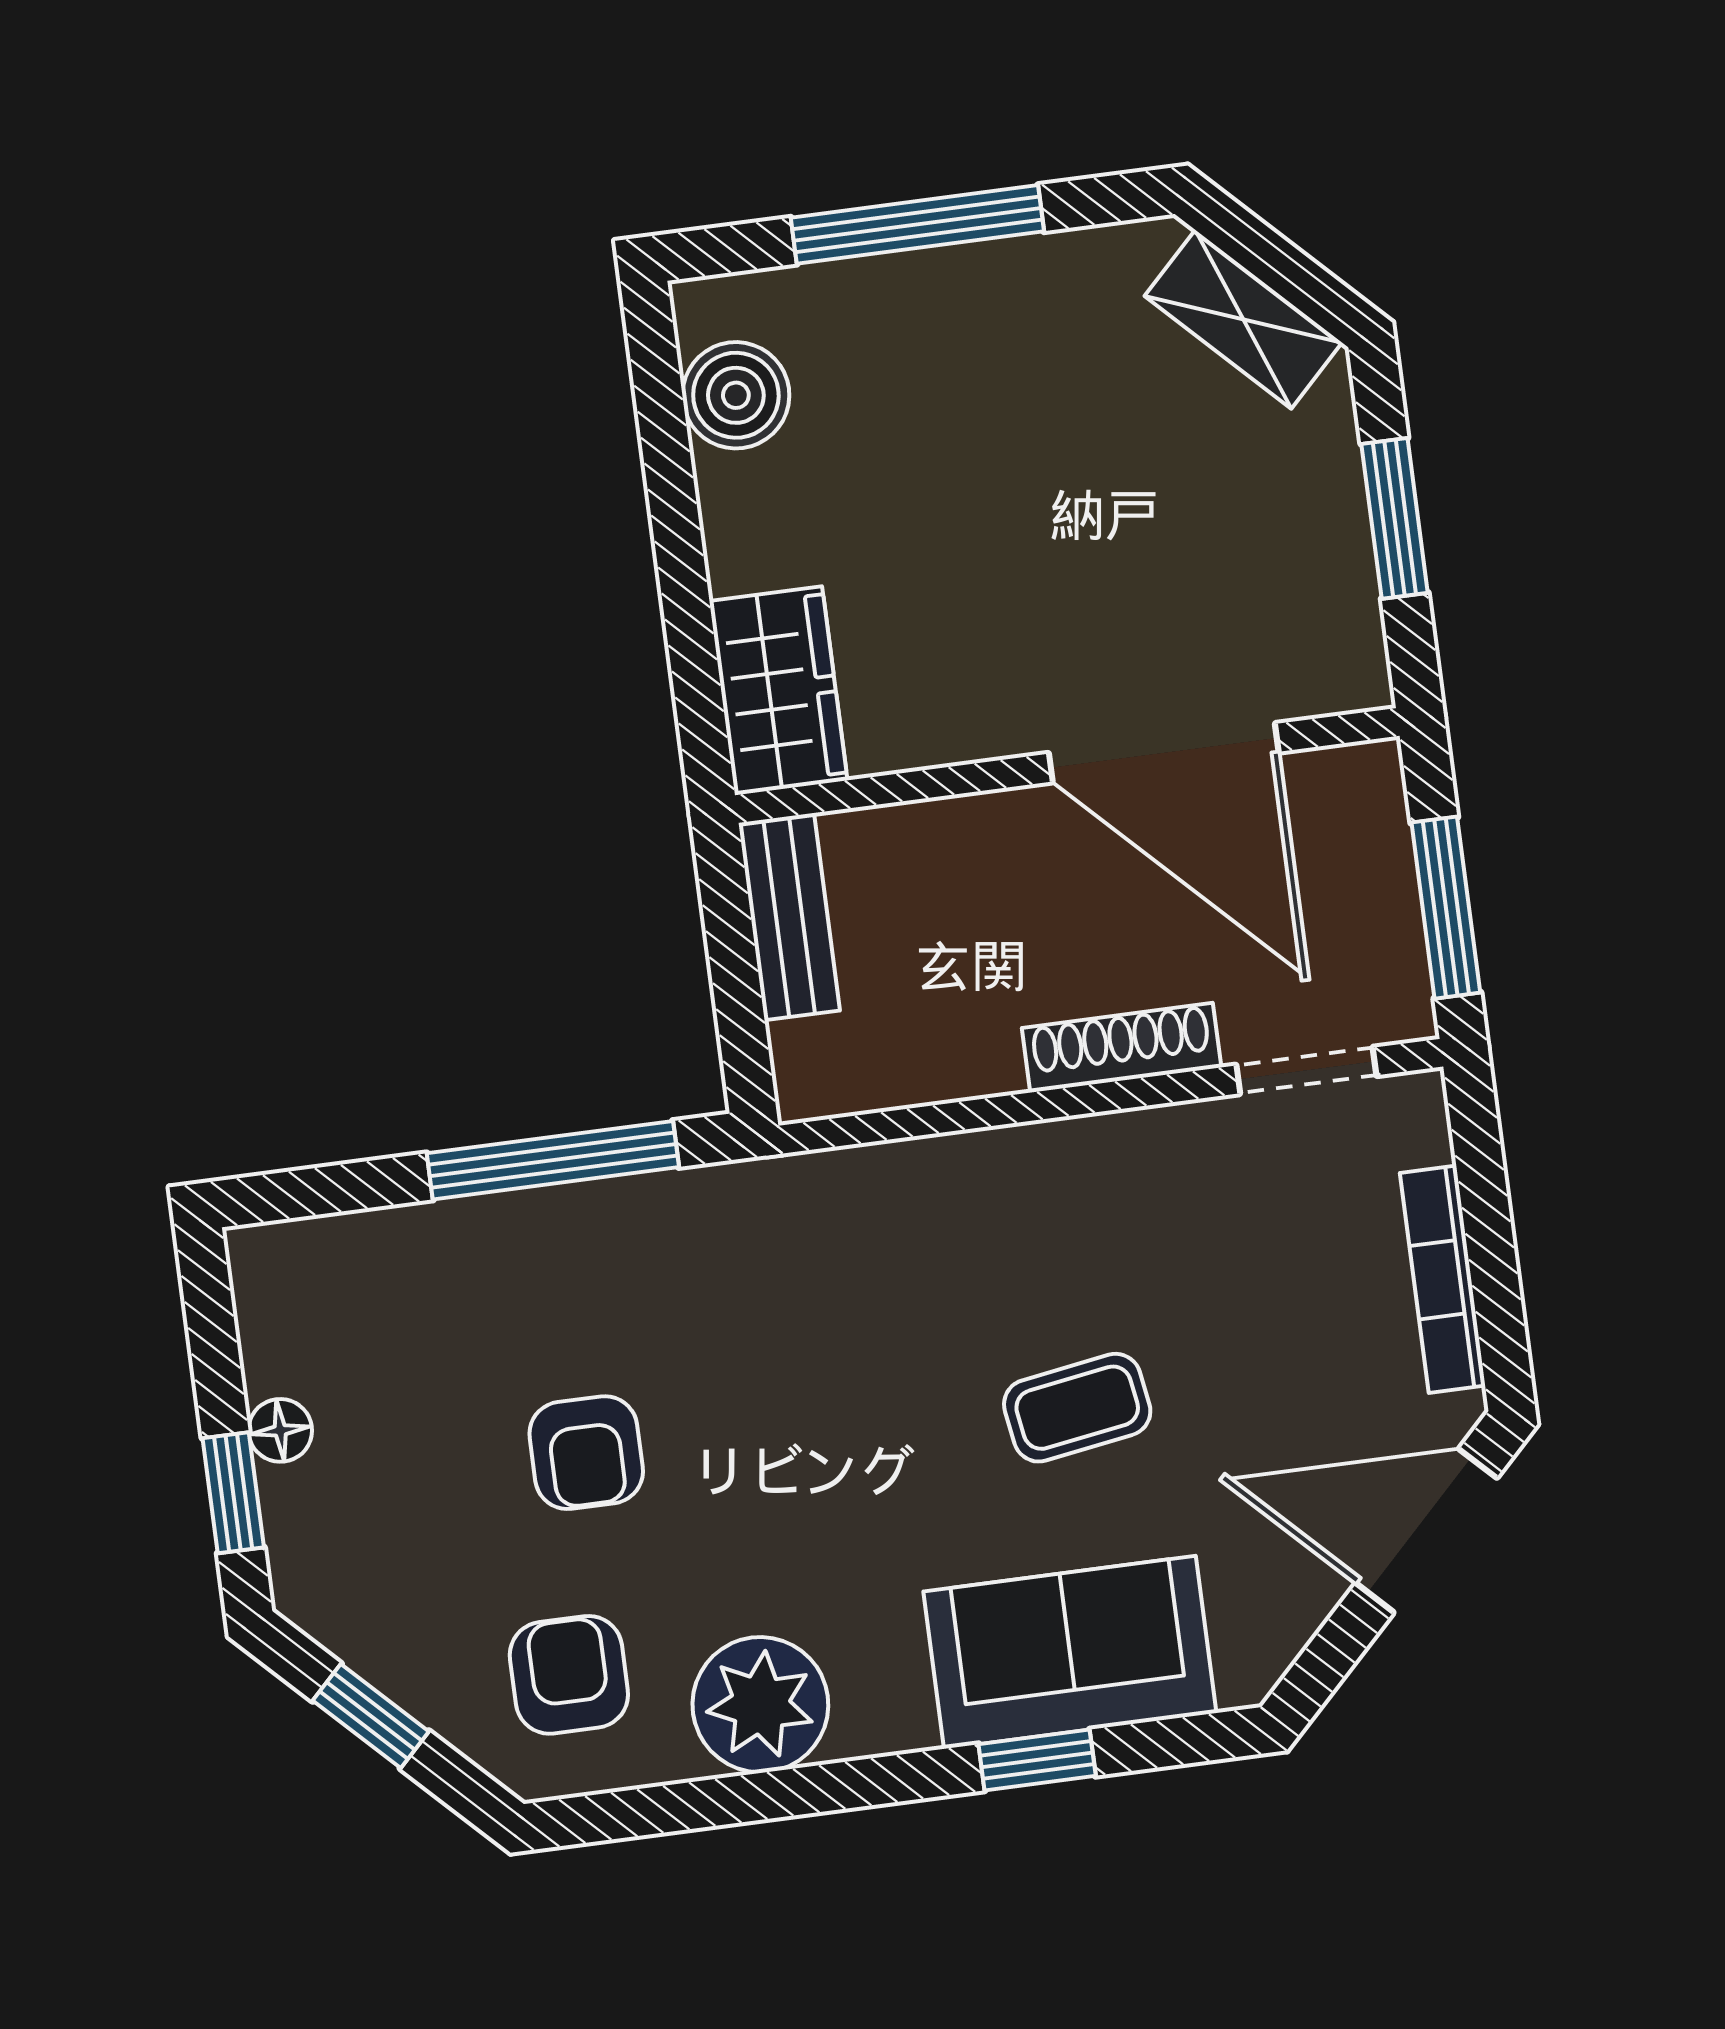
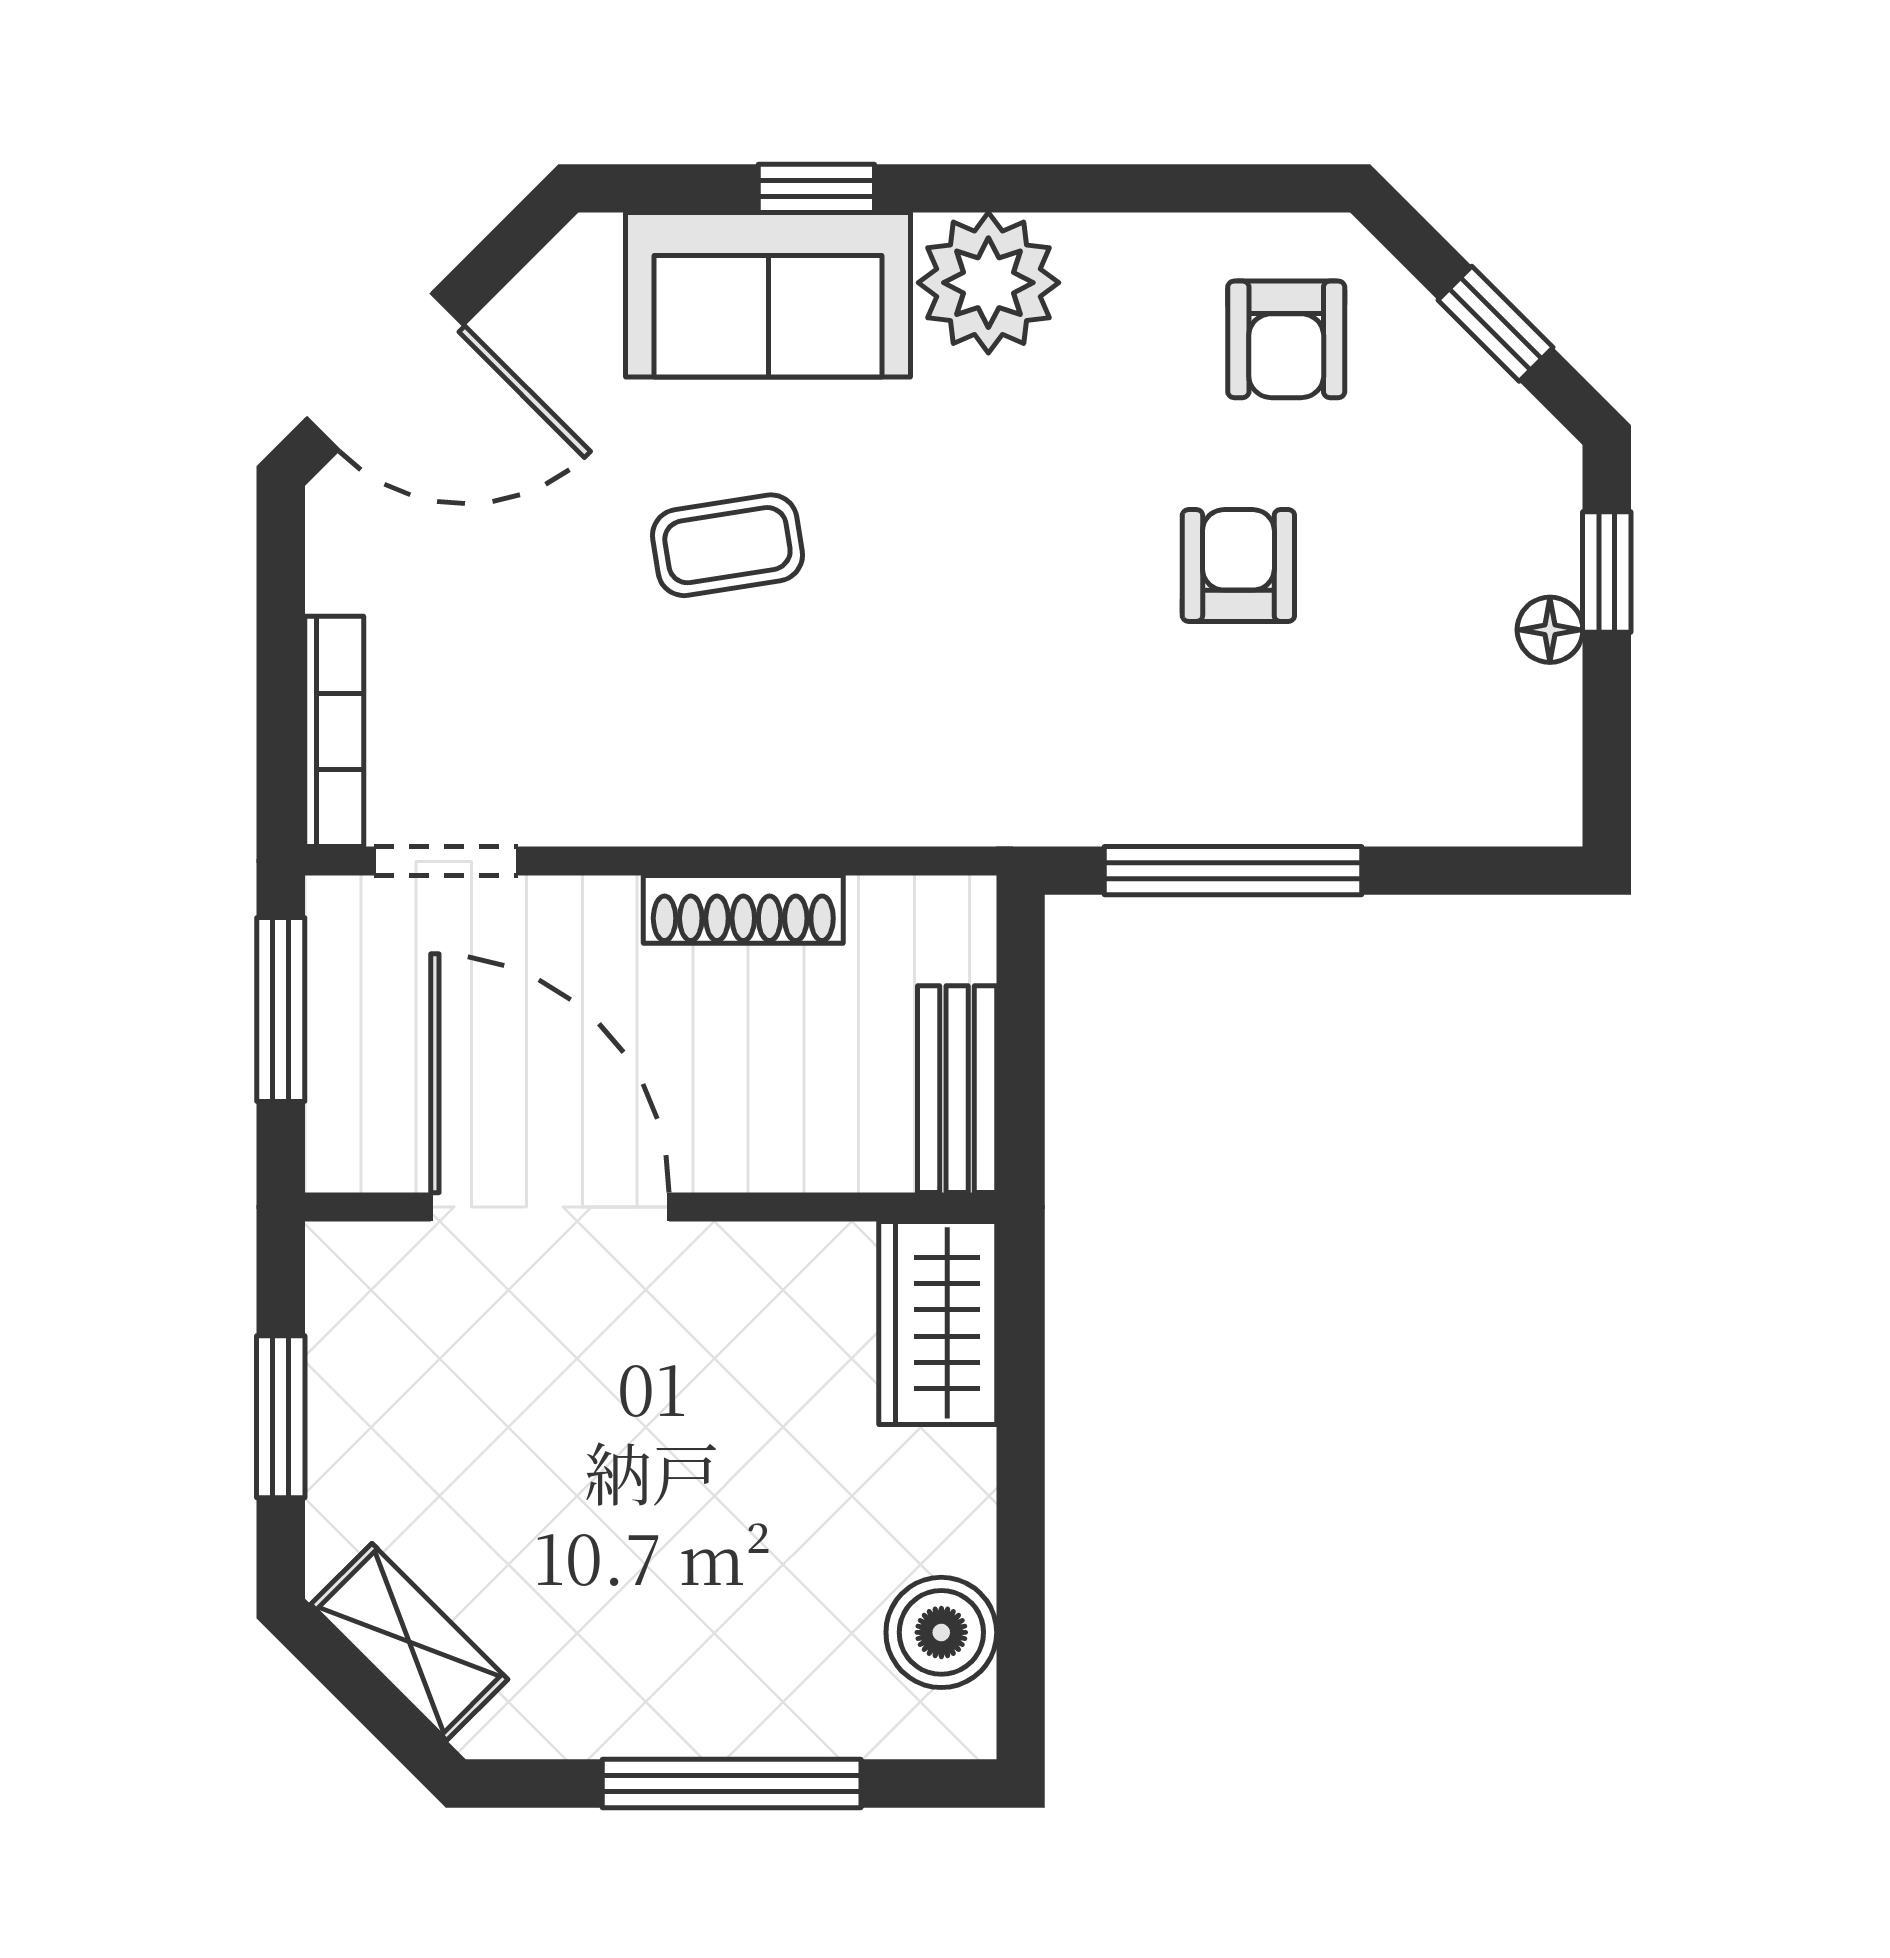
shoe rack: (1122, 1048) -> (743, 909), moved
bookcase: (1443, 1279) -> (334, 731), moved
plant: (760, 1705) -> (988, 283), moved

